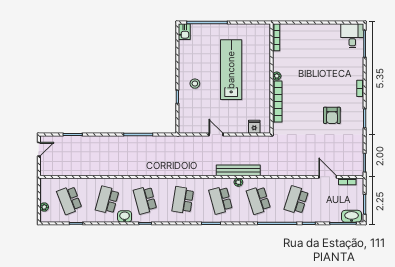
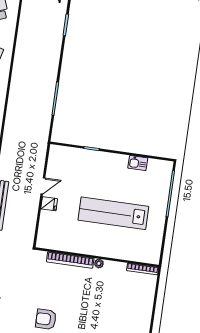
kitchen sink: (184, 32) -> (138, 163), moved
lab bench: (231, 70) -> (113, 213), turned 180
stool: (195, 84) -> (104, 170), removed
fridge: (254, 127) -> (49, 204), moved

